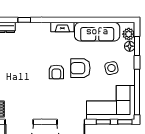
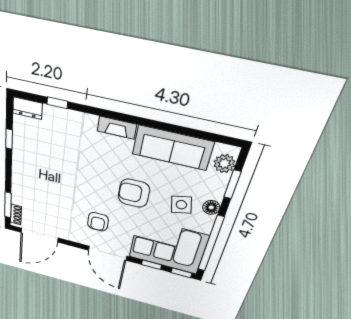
floor lamp: (130, 46) -> (211, 207), moved
armchair: (56, 72) -> (98, 222), moved

